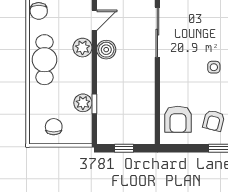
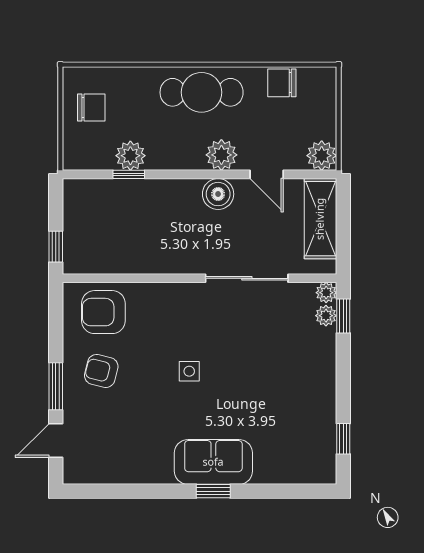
window: (124, 148) -> (56, 247), moved

